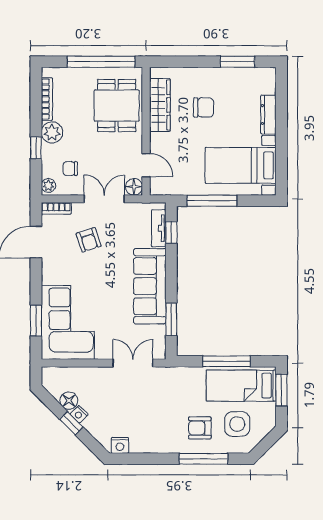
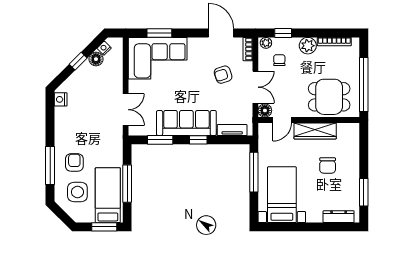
wardrobe: (160, 105) -> (315, 131), moved
dresser: (268, 115) -> (339, 217), moved
window: (36, 148) -> (283, 33), moved
window: (171, 233) -> (198, 140), moved
nightstand: (79, 414) -> (104, 48), moved

